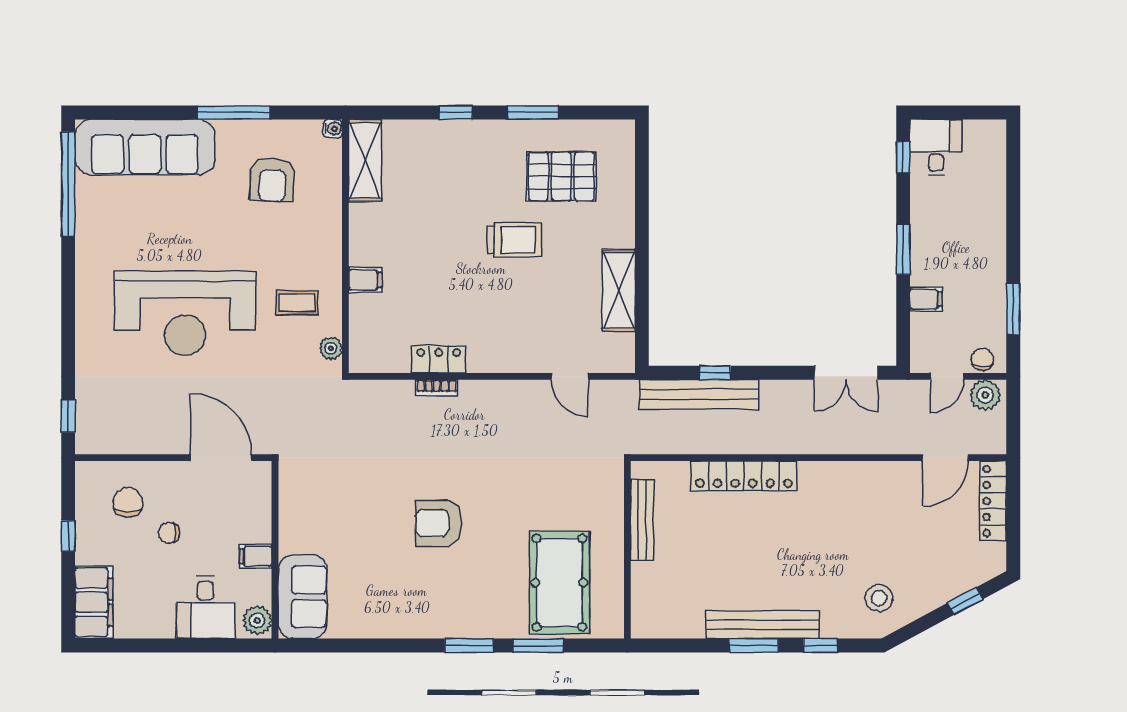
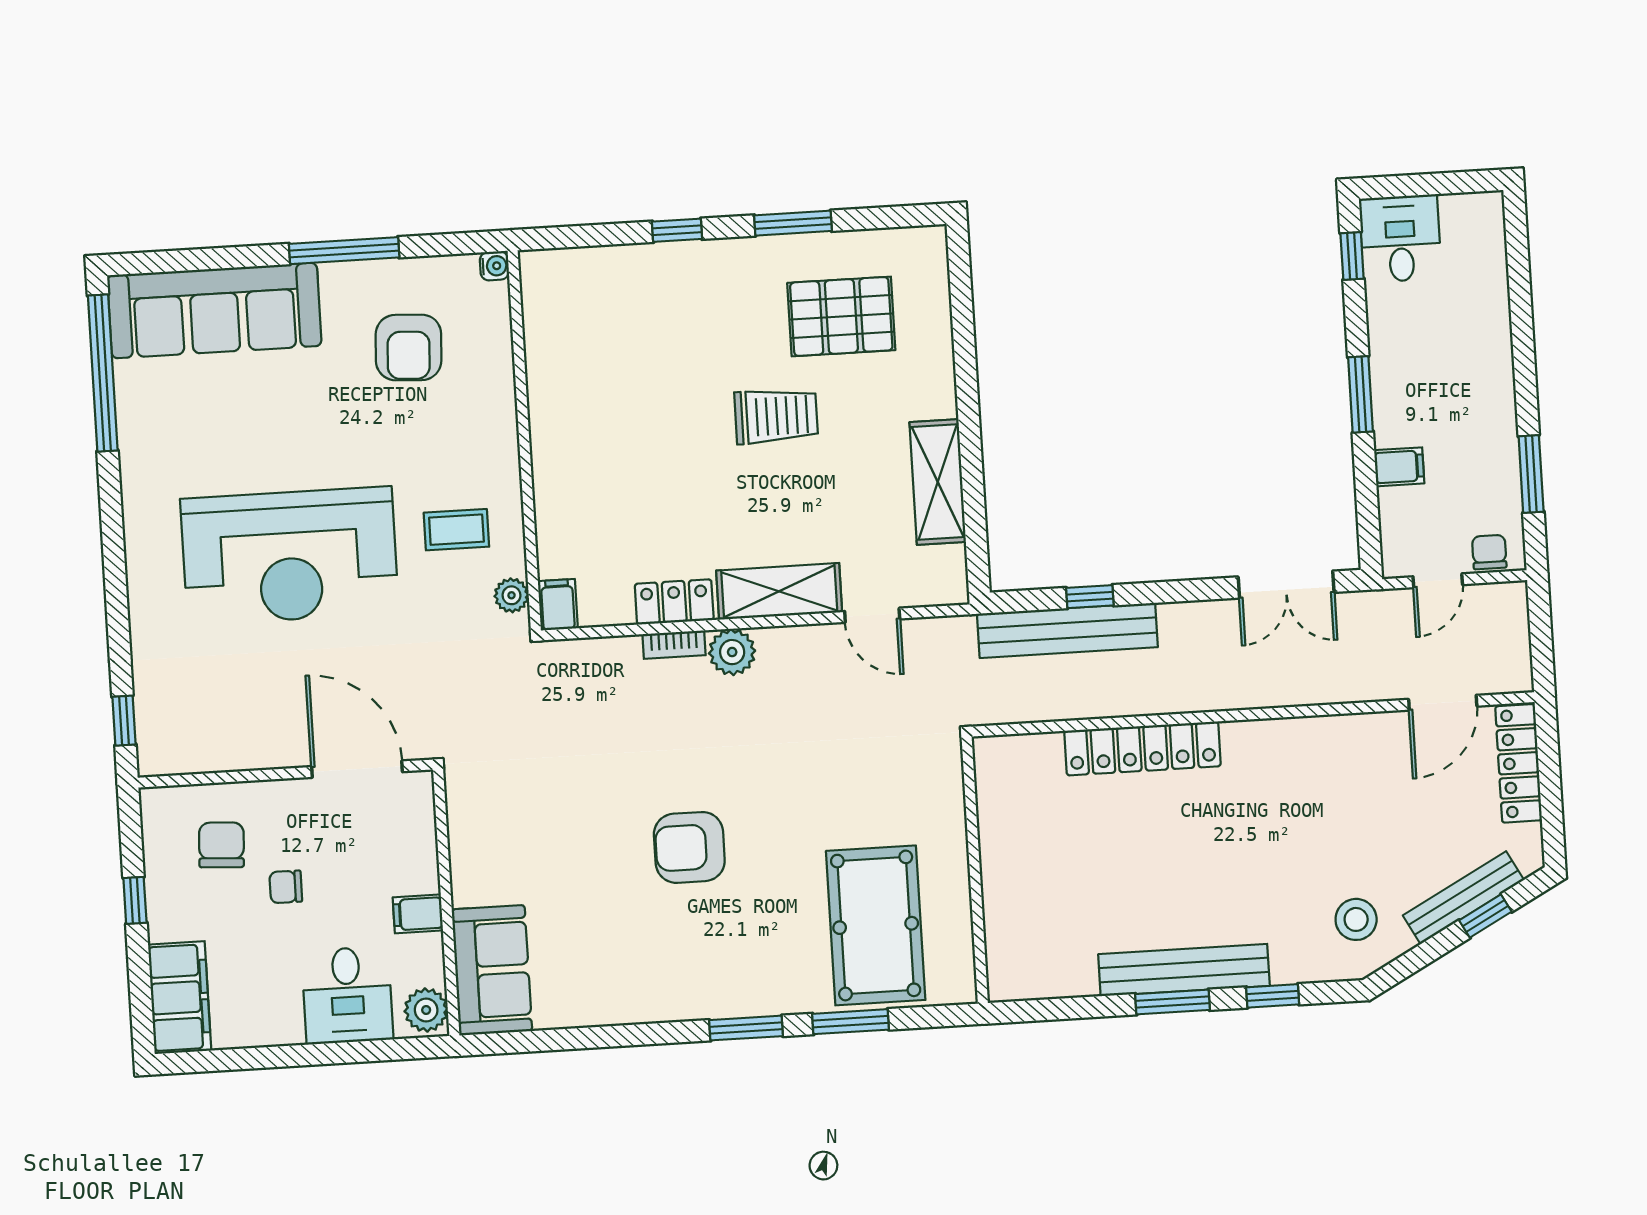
shelving: (365, 160) -> (779, 591), moved, turned 90
filing cabinet: (365, 280) -> (558, 605), moved, turned -90
plant: (985, 395) -> (732, 652), moved
bench: (642, 520) -> (1463, 898), moved, turned 62

